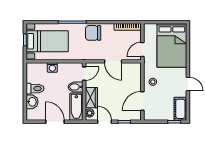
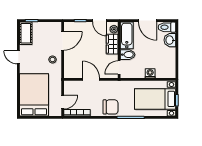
door: (142, 49) -> (63, 102), moved
toilet: (35, 89) -> (167, 27), moved

